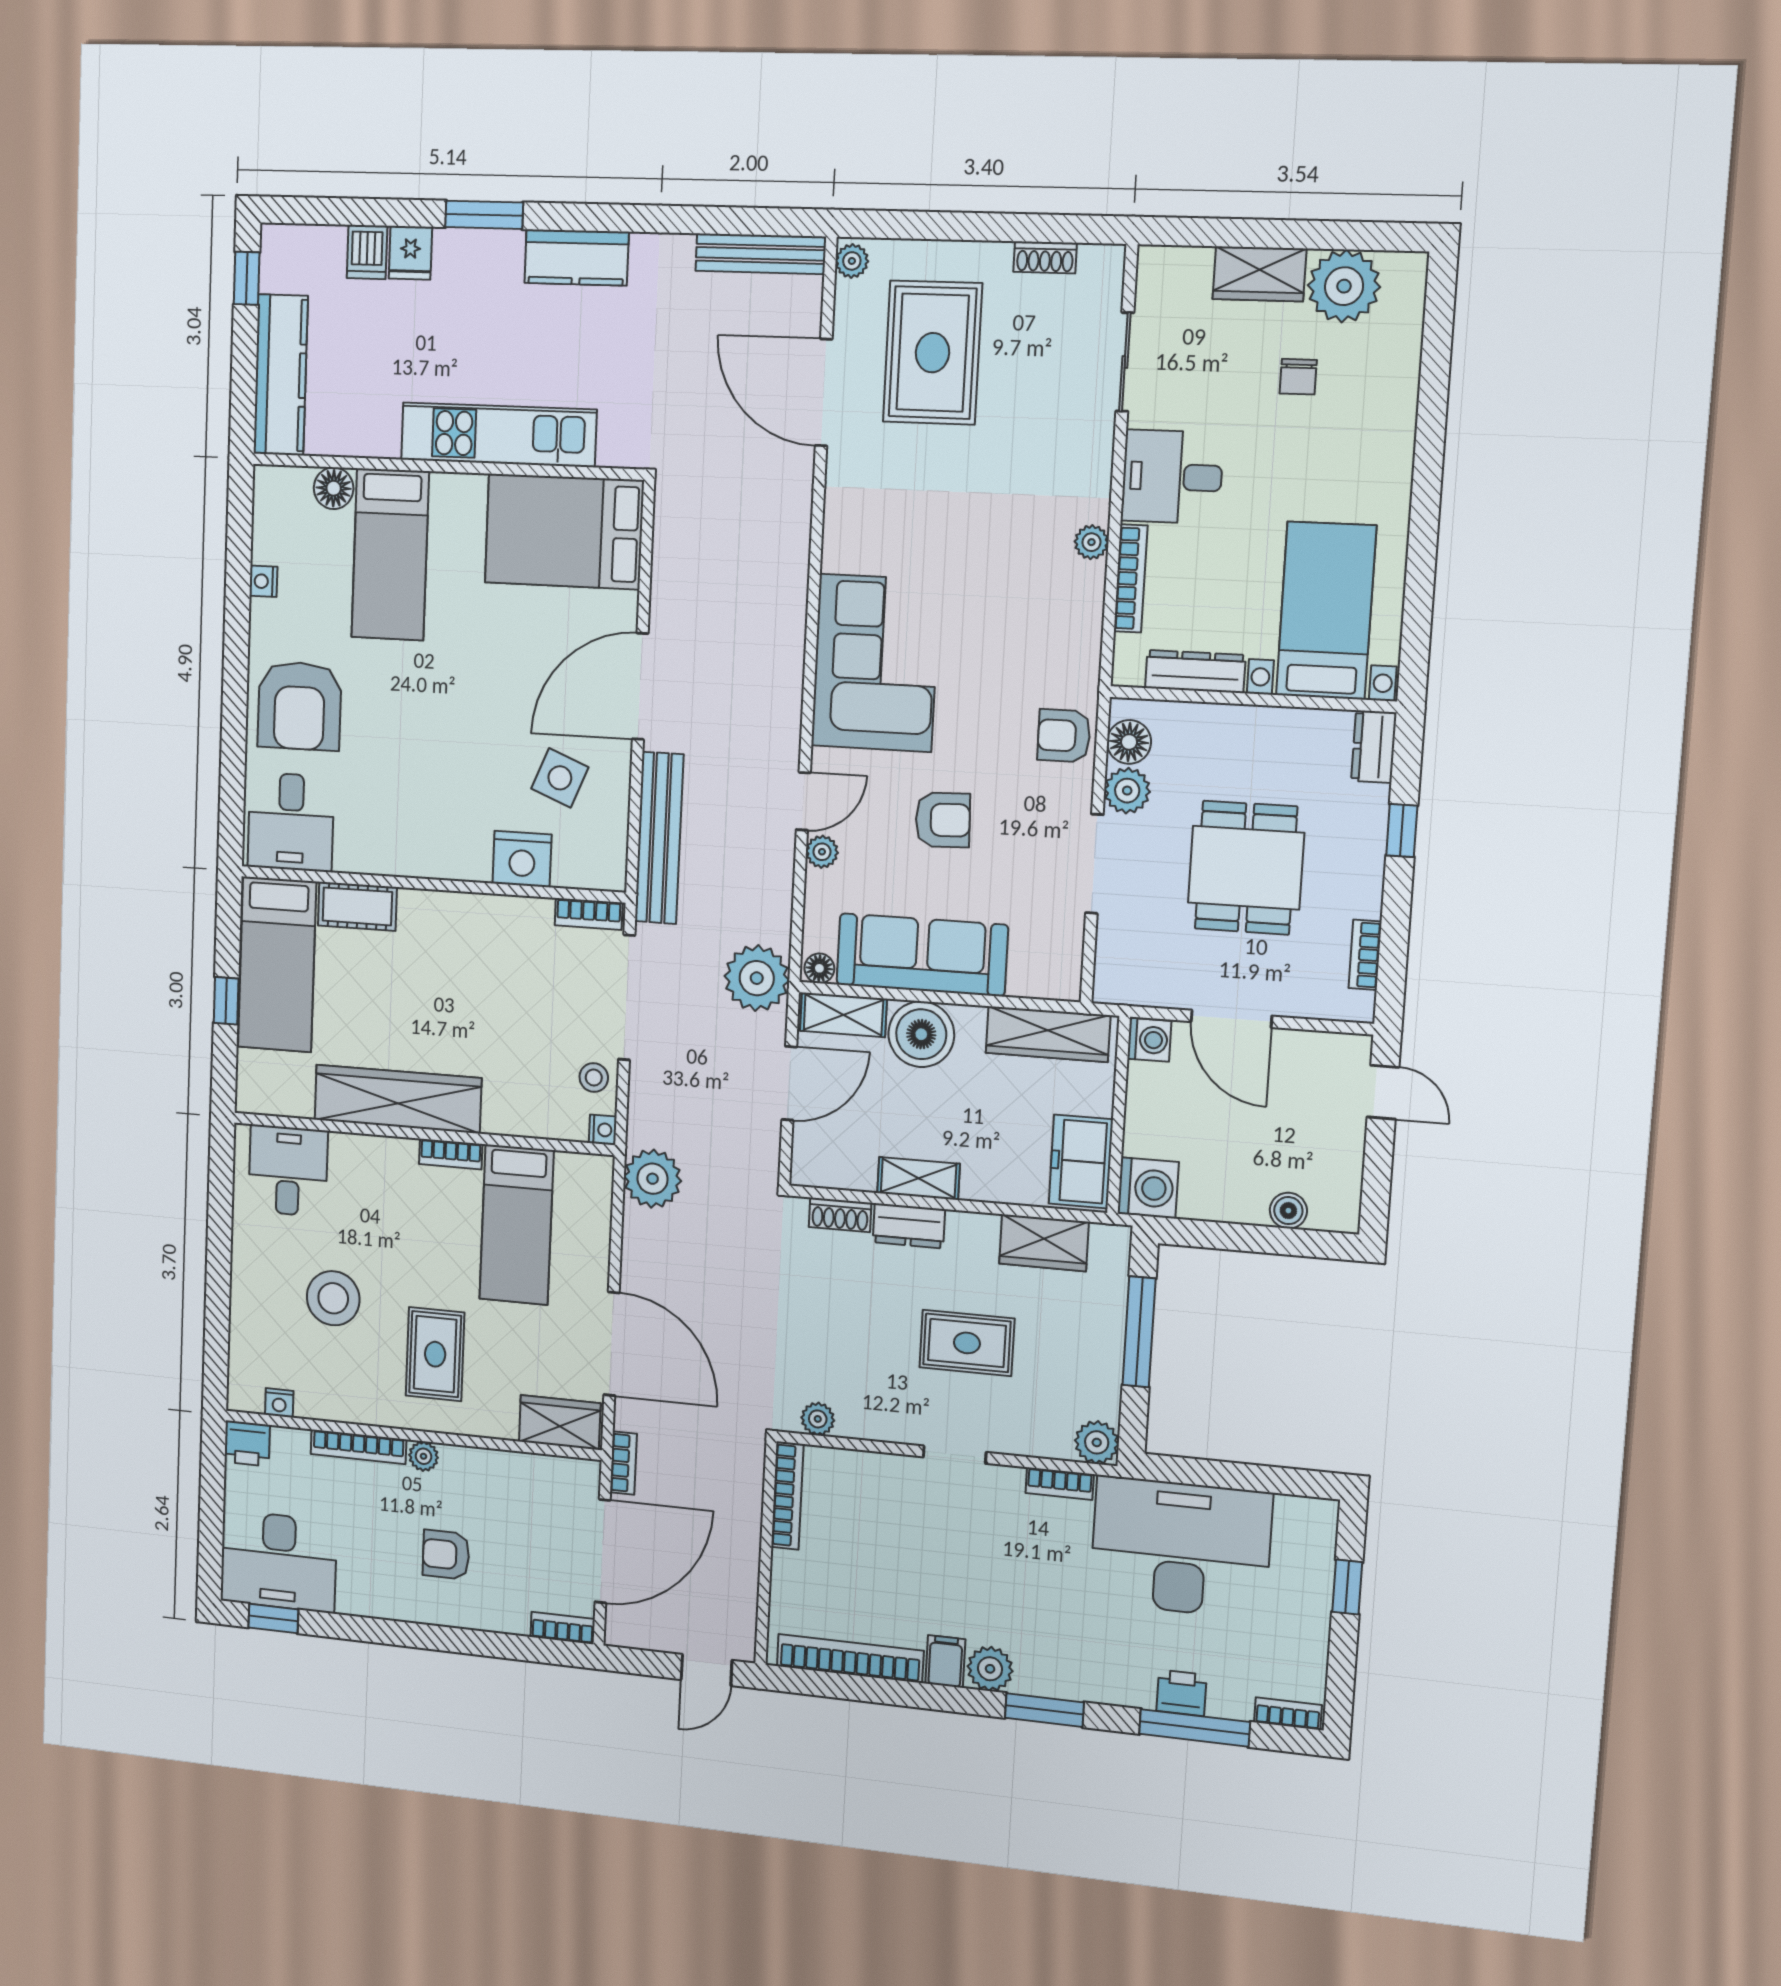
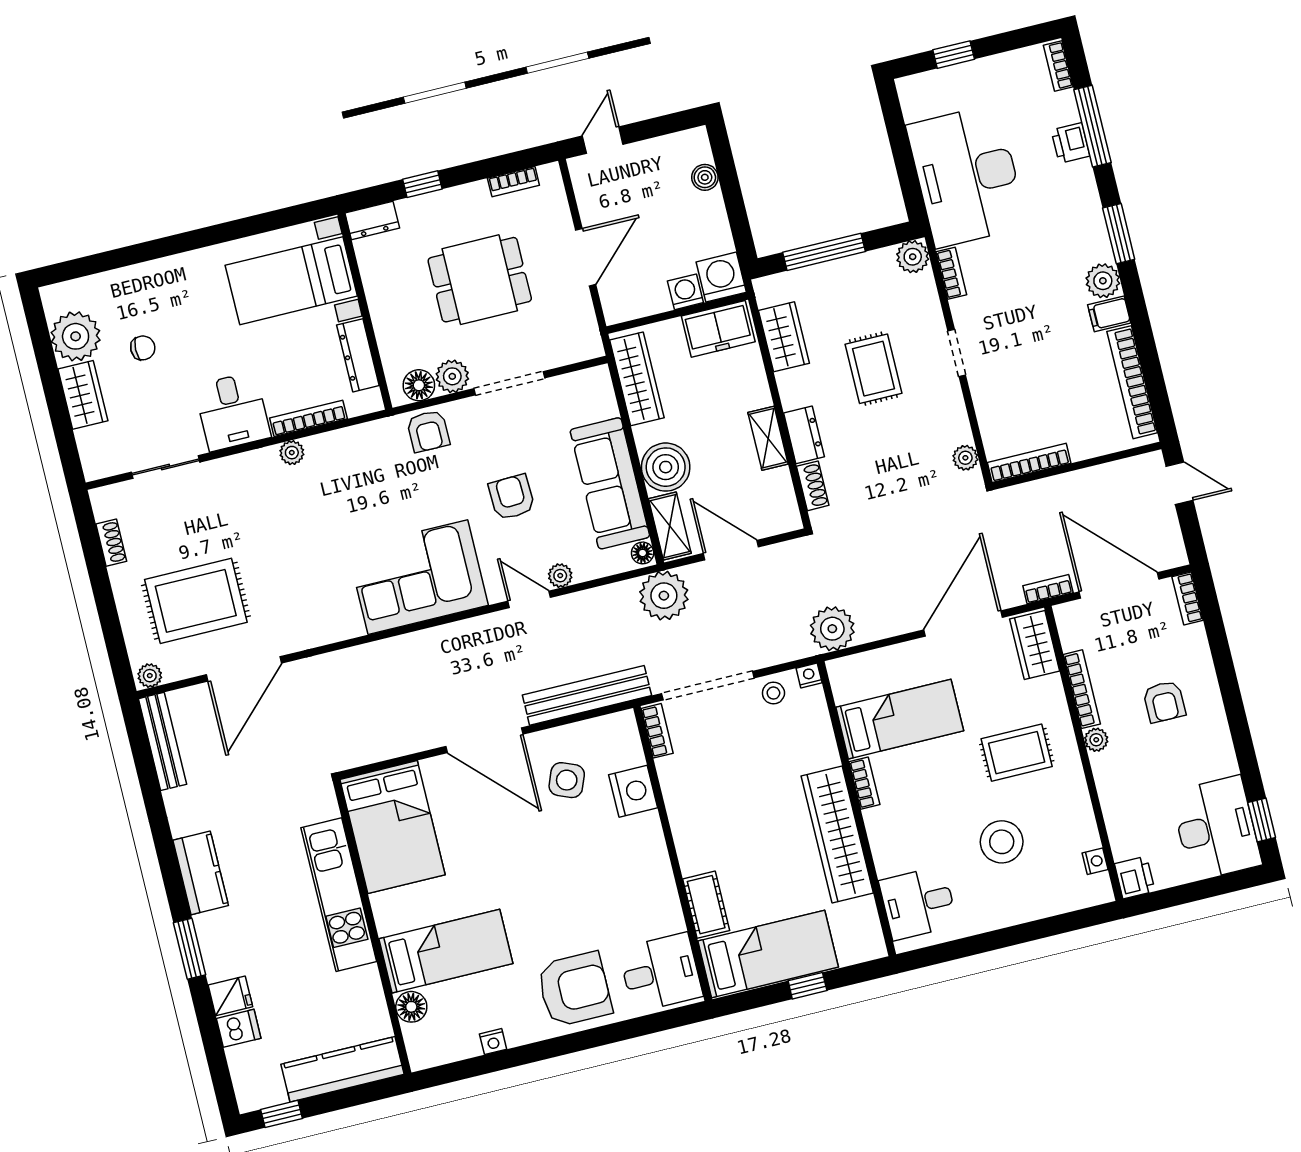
washing machine: (1149, 1040) -> (685, 292), moved
bookcase: (358, 1447) -> (1082, 689), moved

